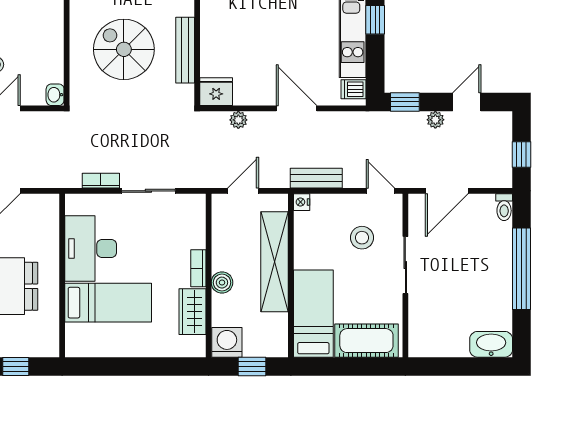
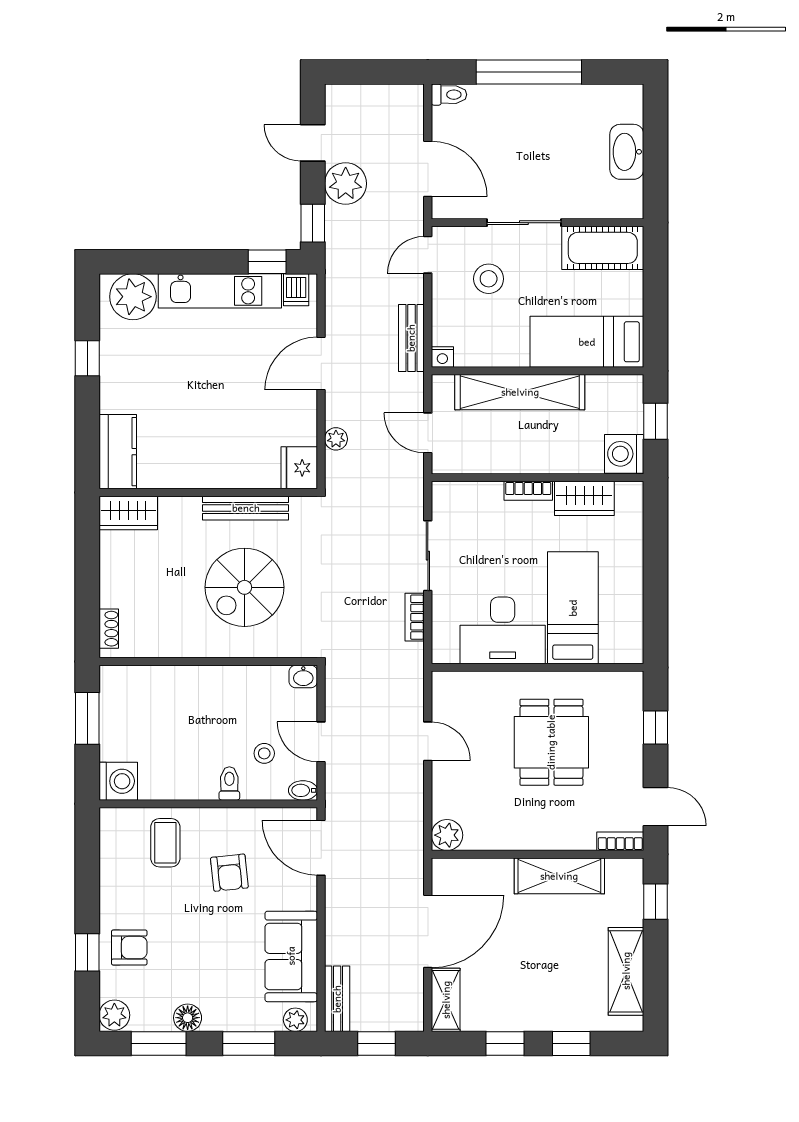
window: (375, 20) -> (267, 262), moved
plant: (435, 120) -> (346, 184), width x1.87, depth x1.87
window: (522, 154) -> (381, 72), removed
boiler: (222, 283) -> (547, 460), removed
cot: (366, 341) -> (603, 248), moved, turned 90
washbasin: (491, 344) -> (627, 152), moved

